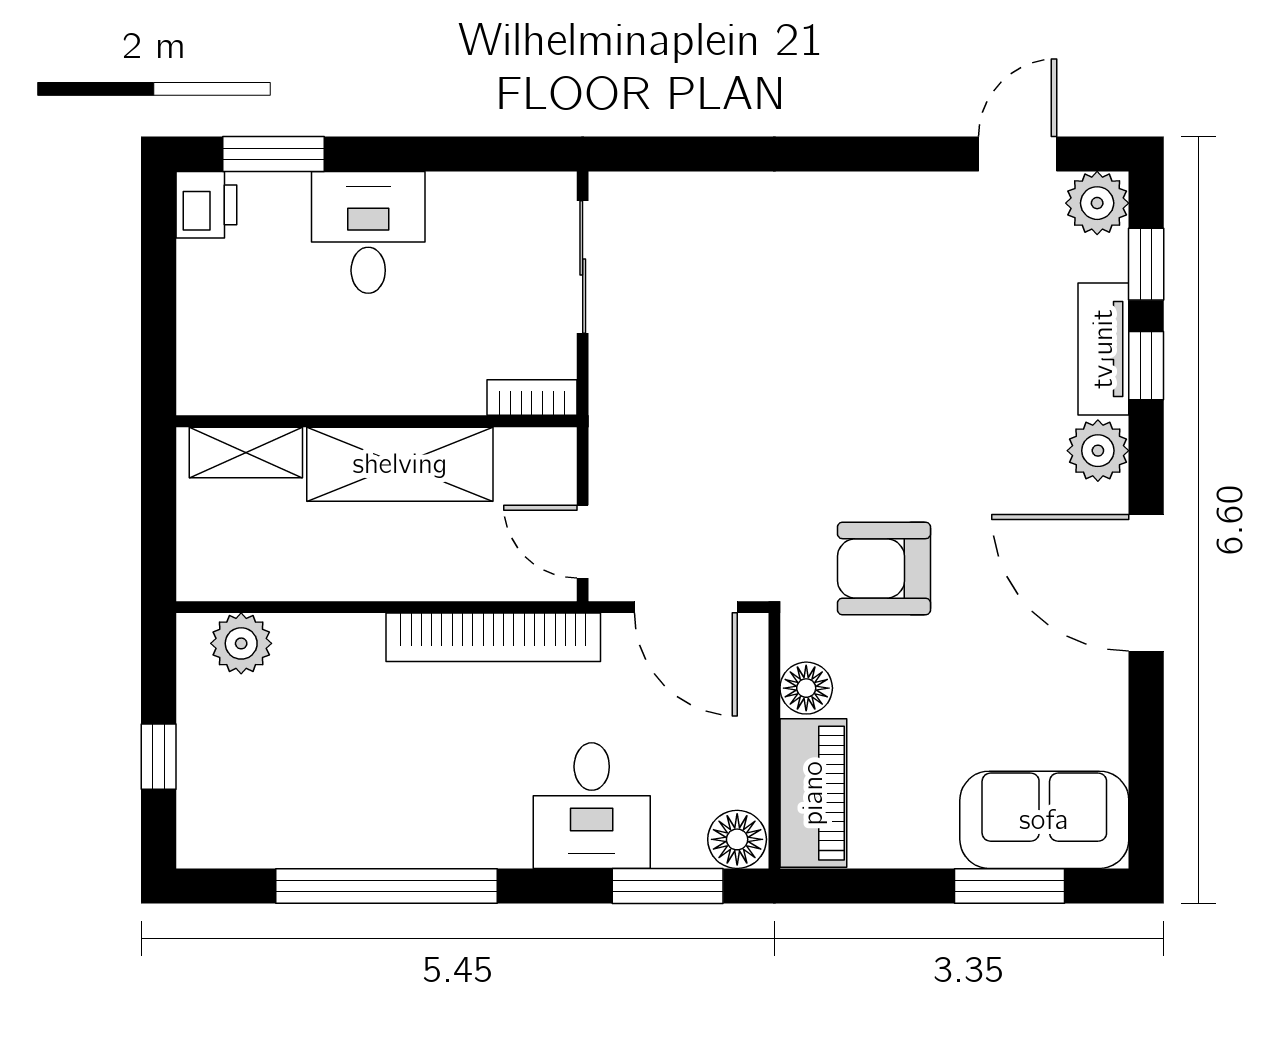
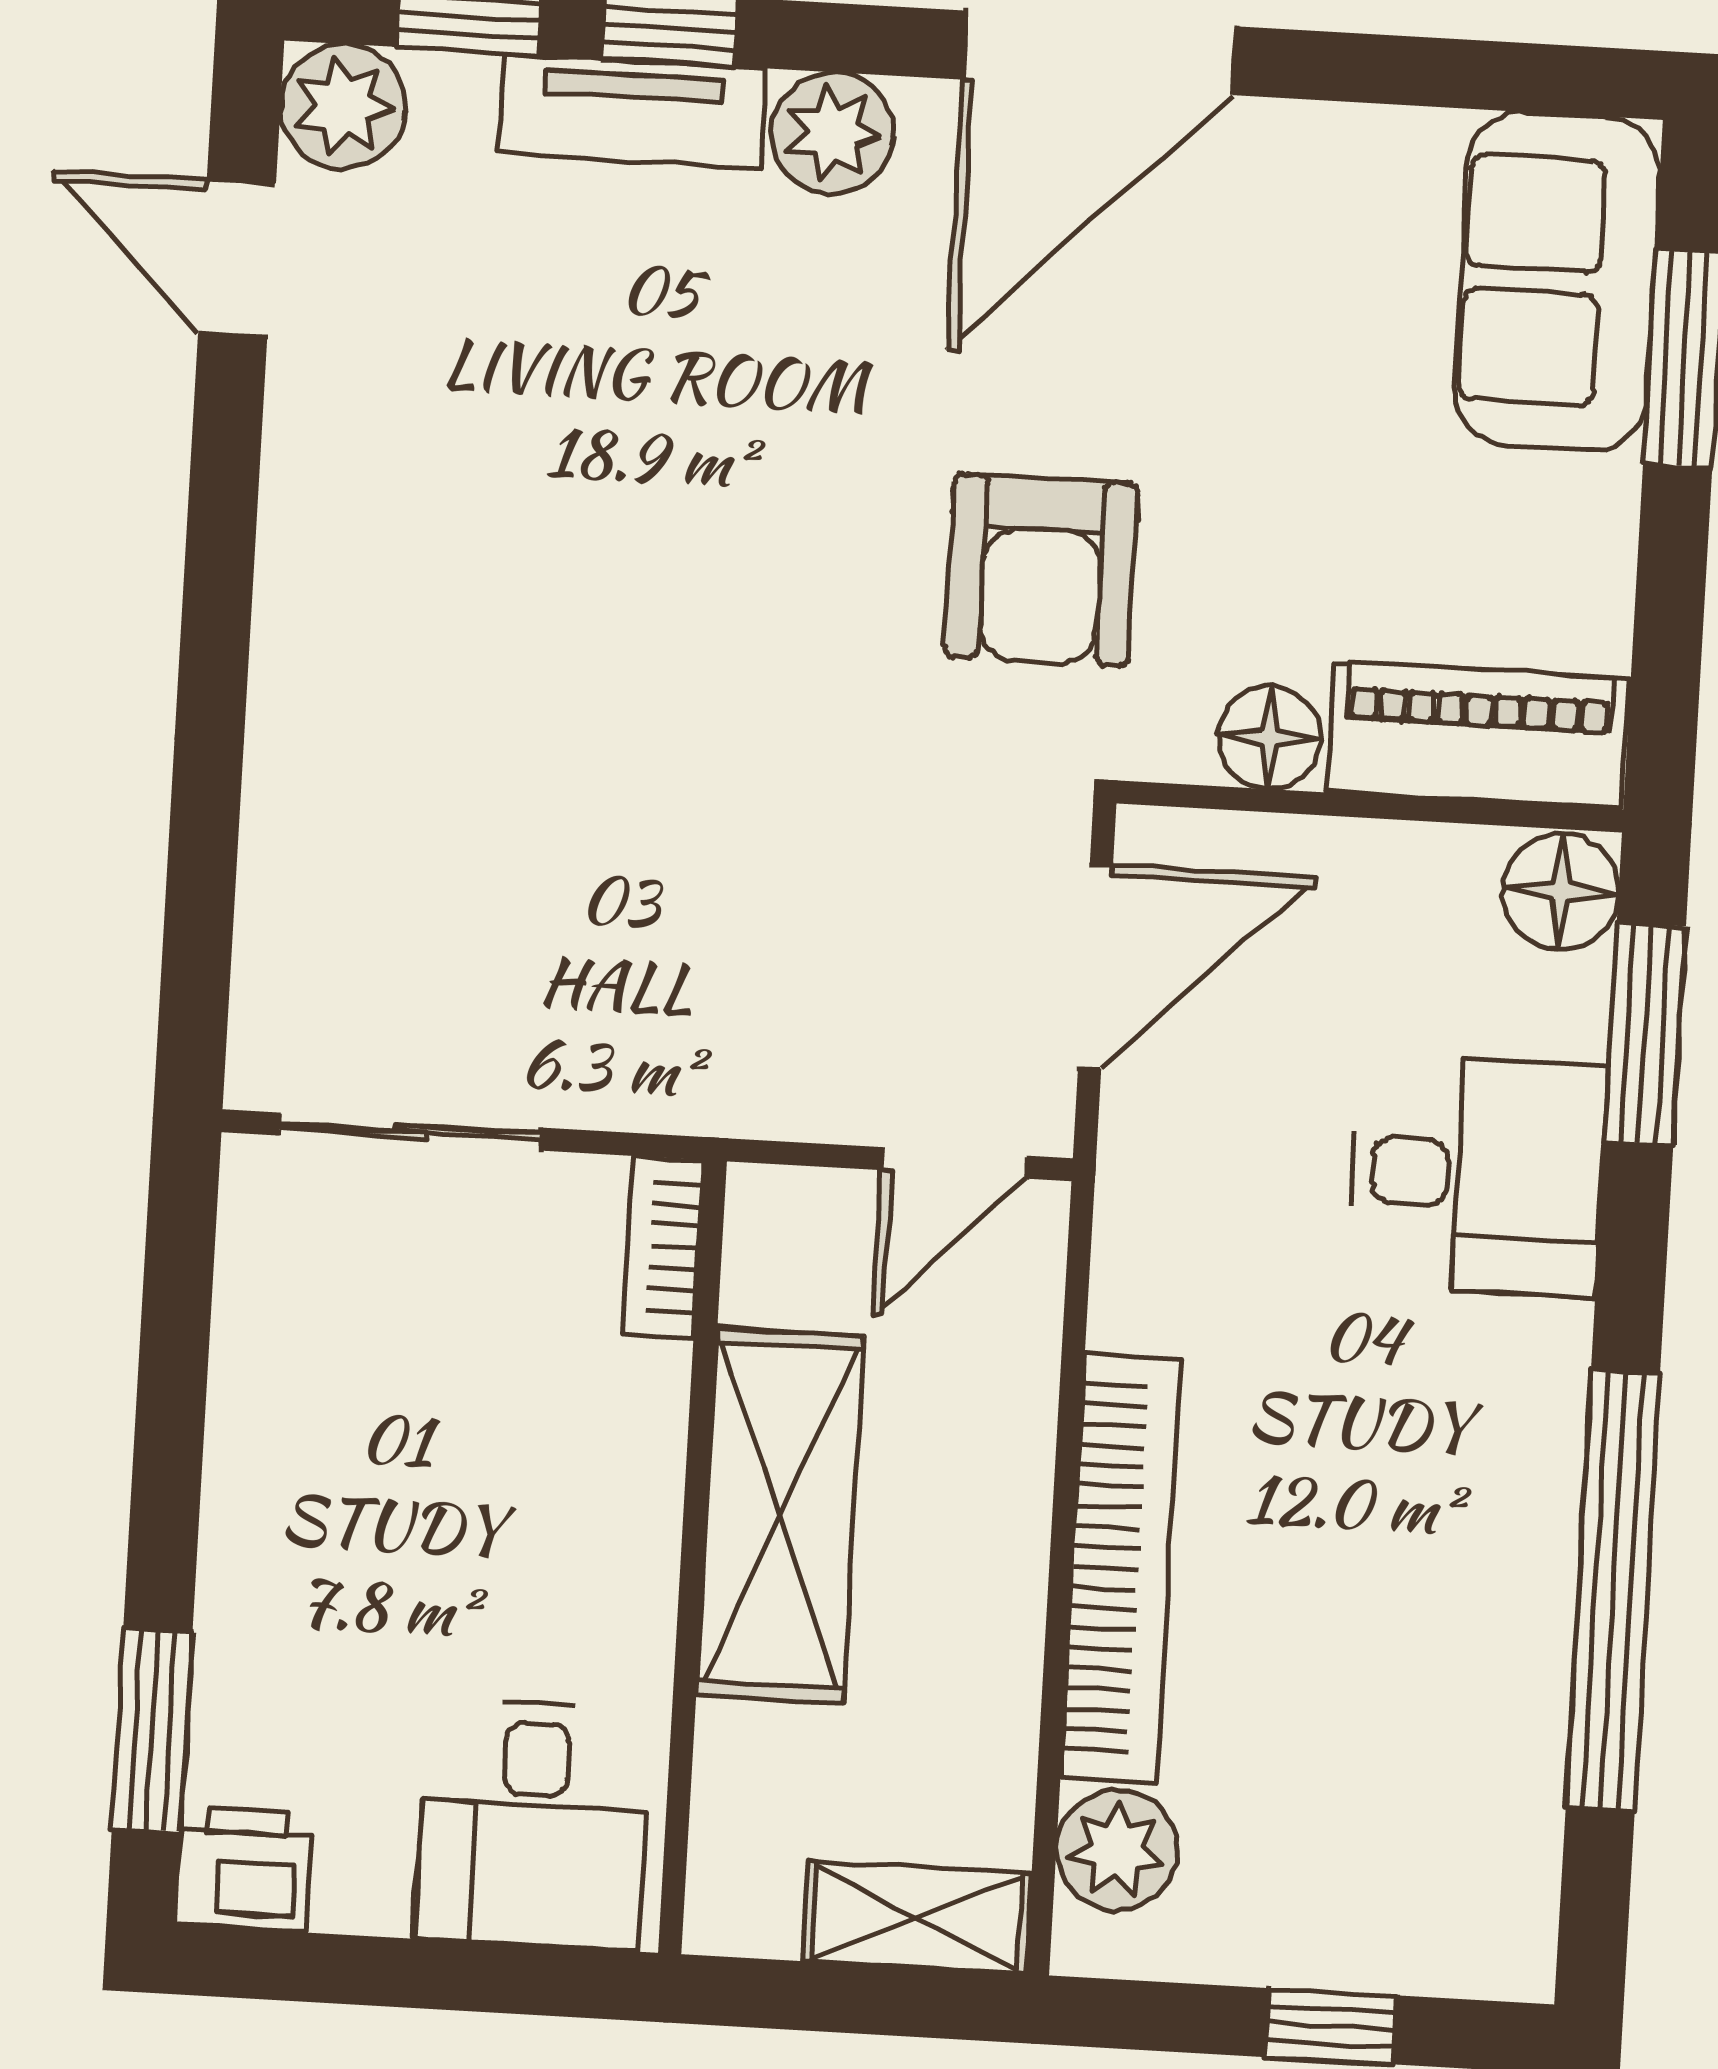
desk: (368, 232) -> (533, 1825), moved, turned -90
shelving: (246, 452) -> (917, 1917), moved, turned 90
bookcase: (493, 637) -> (1121, 1568), moved

